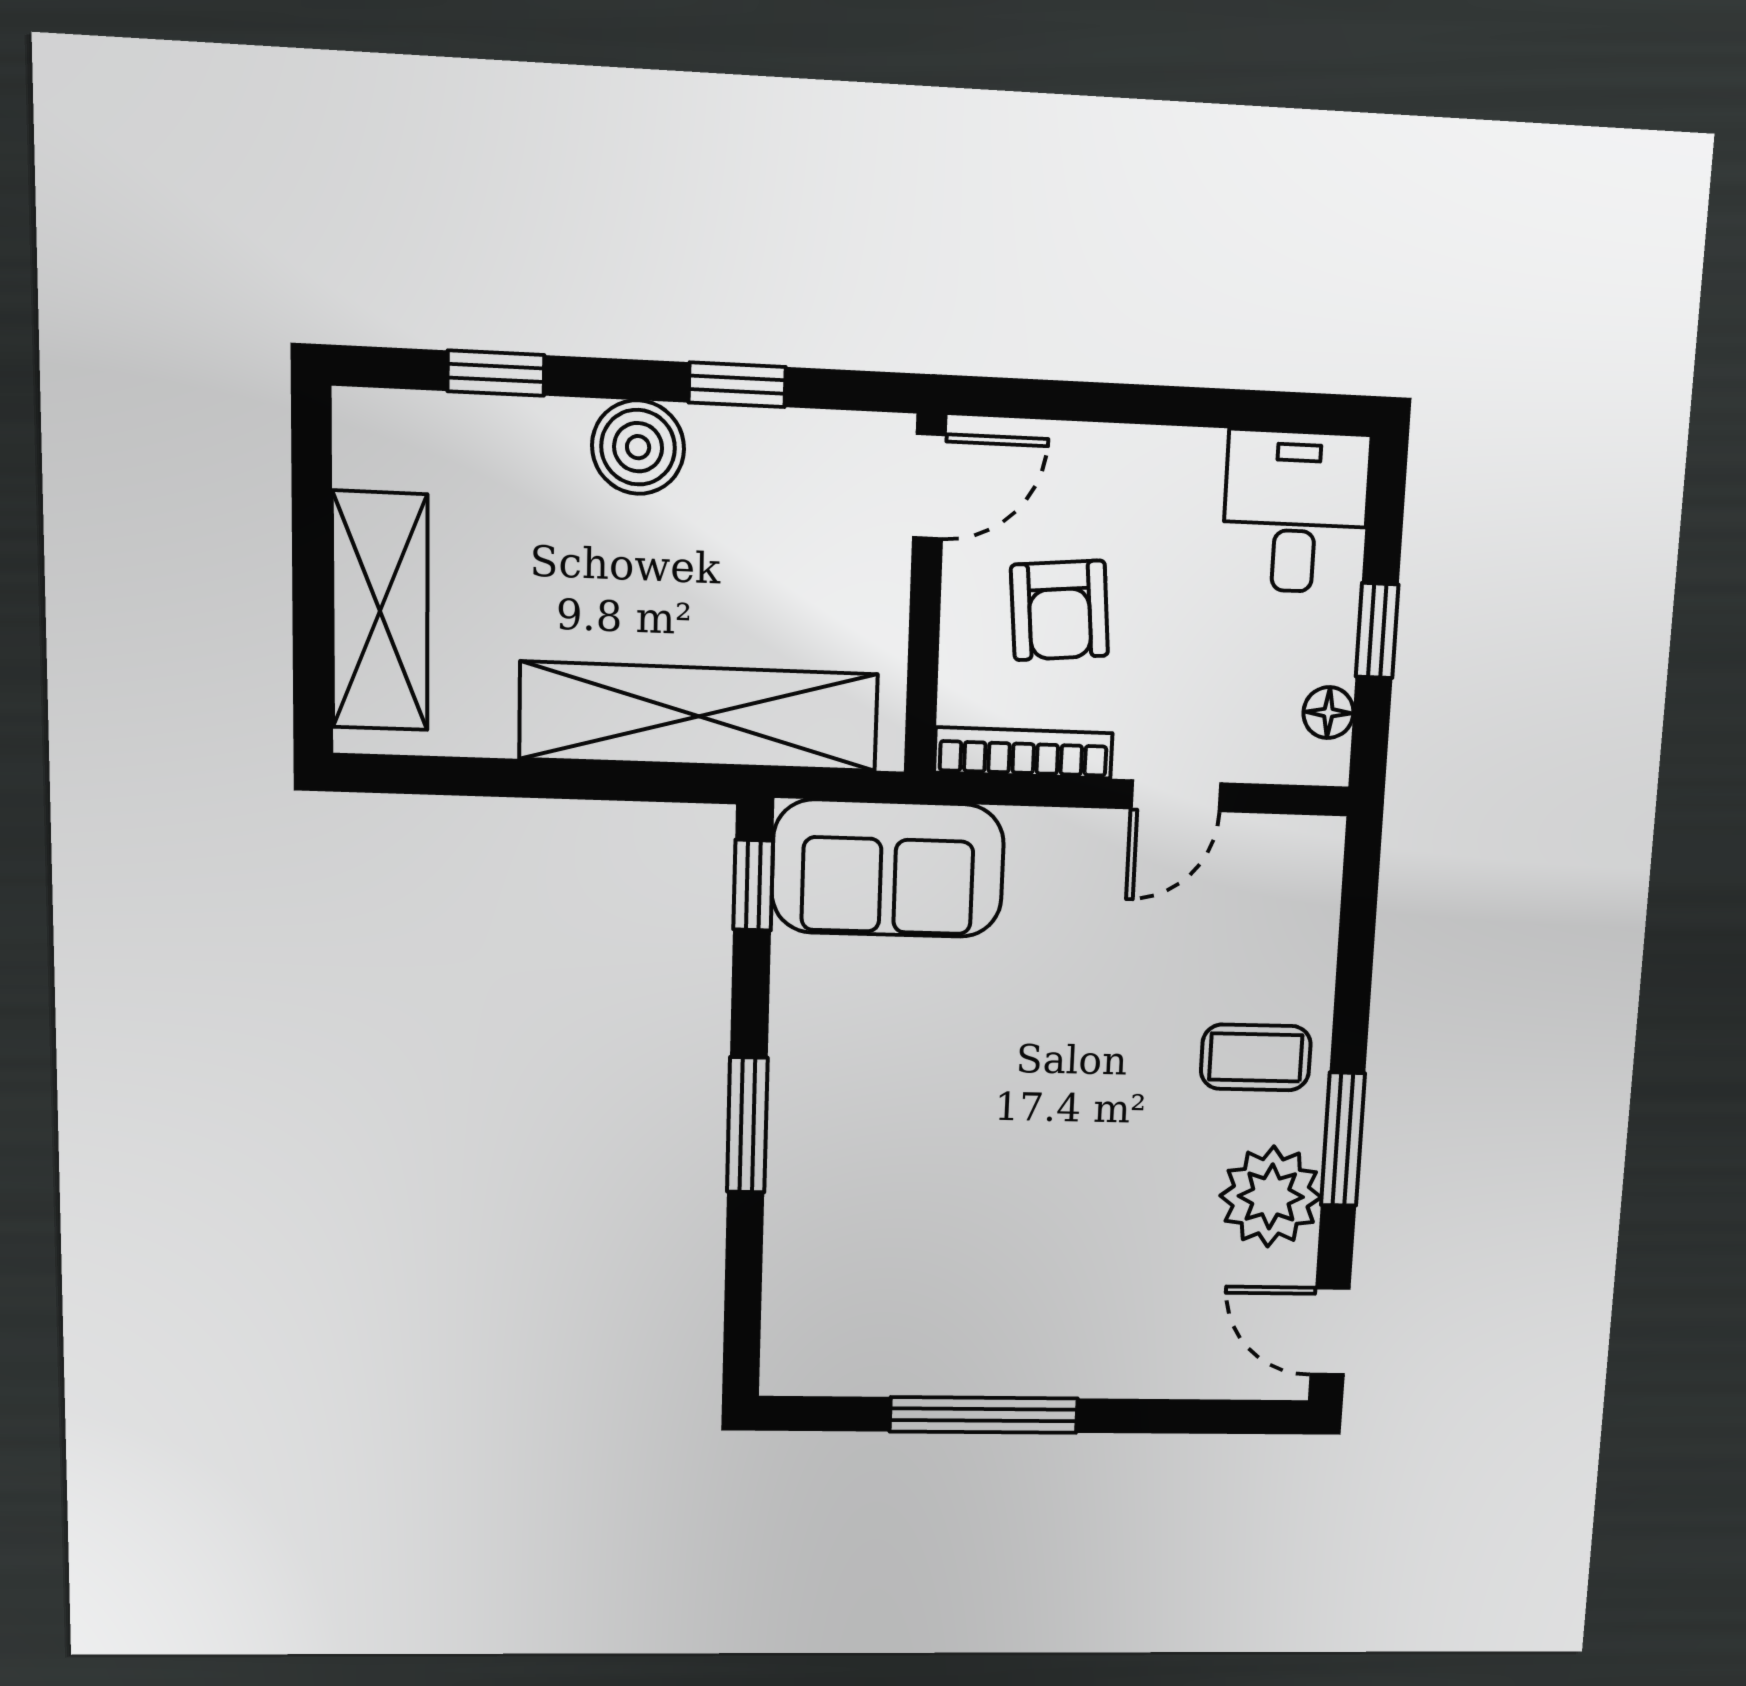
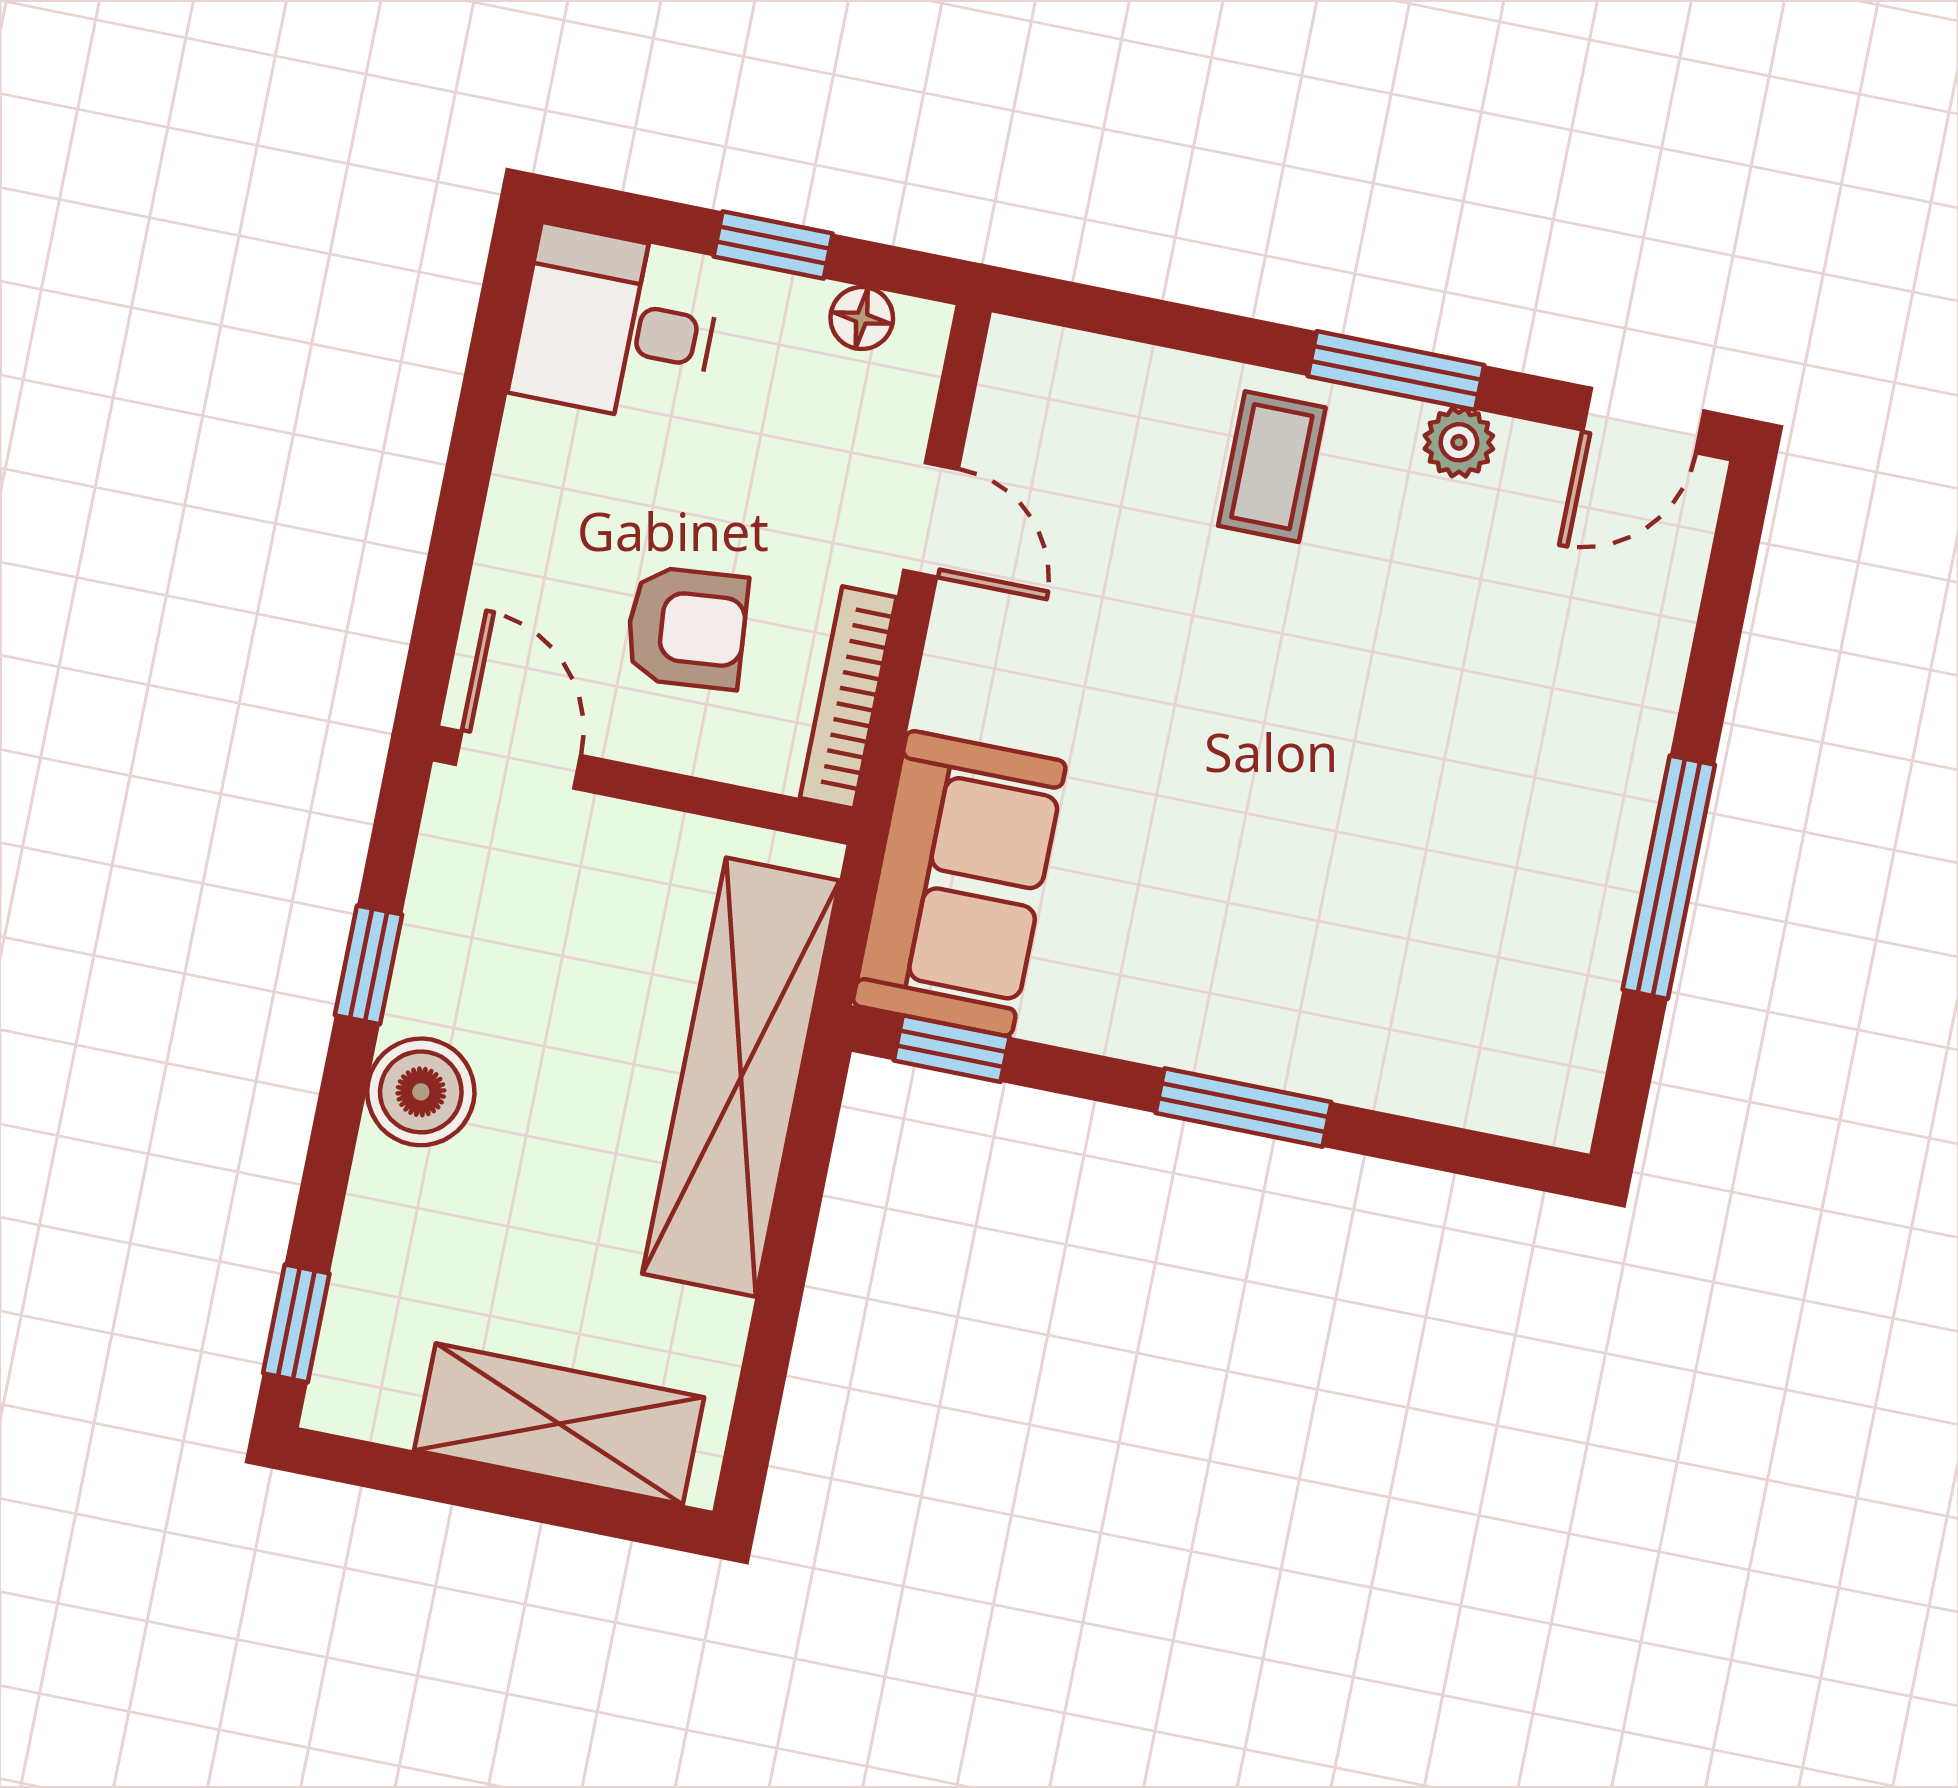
window: (496, 373) -> (296, 1323), moved
plant: (1271, 1196) -> (1459, 442), width x0.53, depth x0.53

